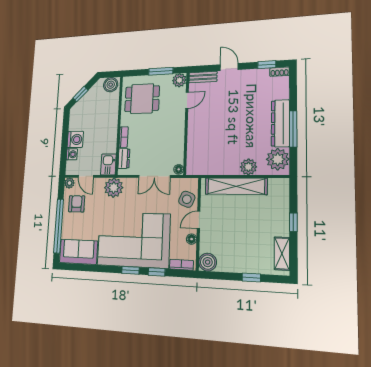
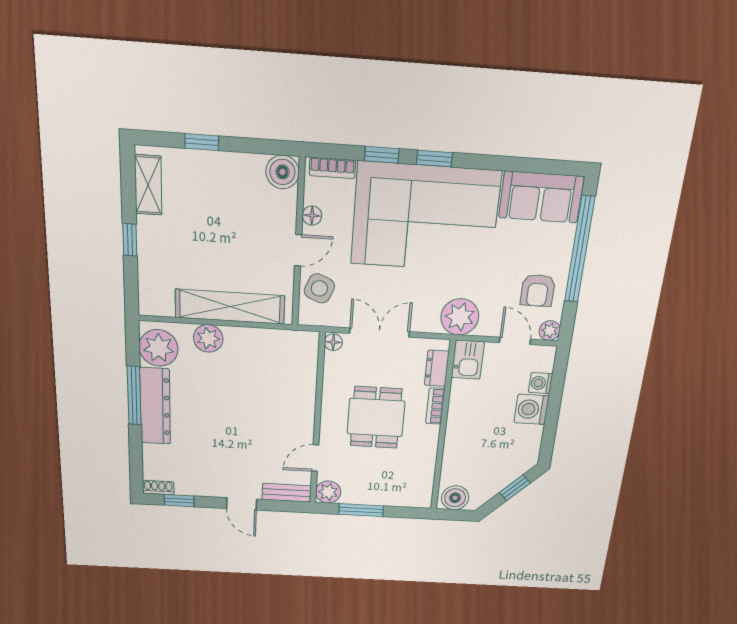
dining table: (142, 99) -> (376, 418), moved, turned 90

